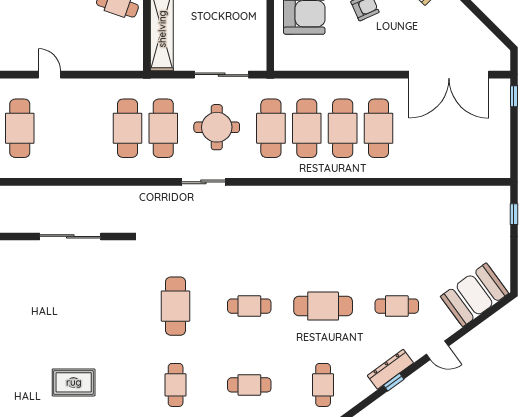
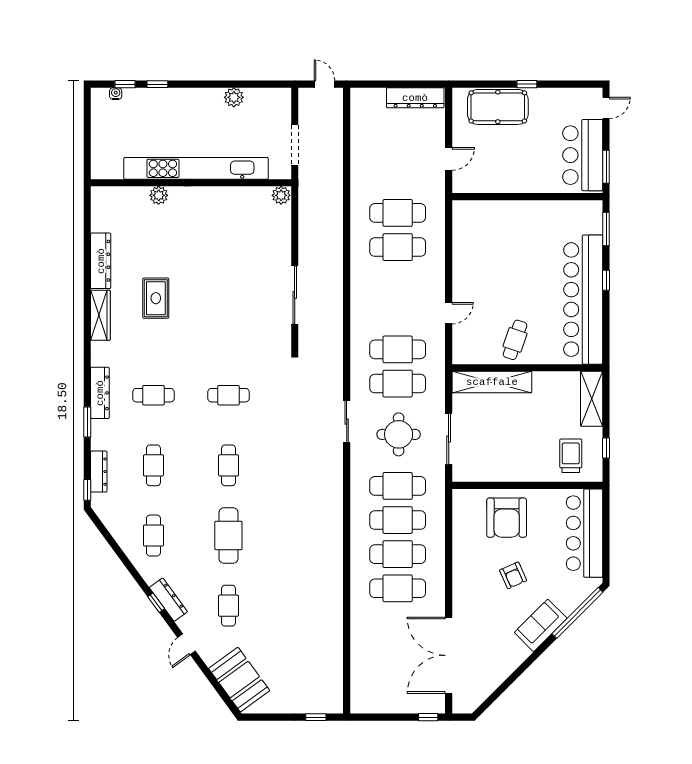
door: (49, 75) -> (449, 313), moved
cafe table: (176, 306) -> (228, 395), width x0.73, depth x0.74
cafe table: (323, 385) -> (153, 535), turned 90

